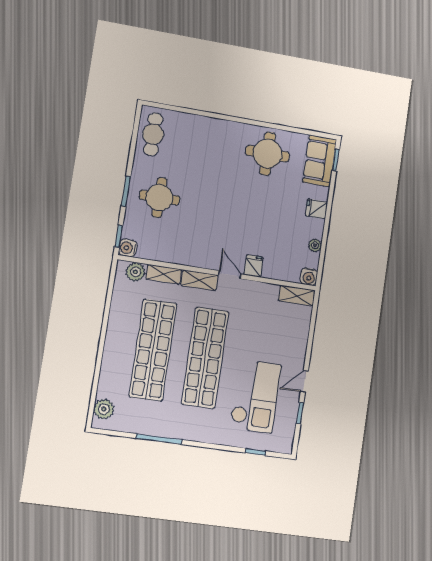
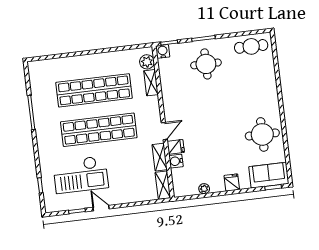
water cooler: (309, 277) -> (176, 161), moved
shelving: (199, 280) -> (160, 157), moved
plant: (104, 409) -> (42, 67), removed

